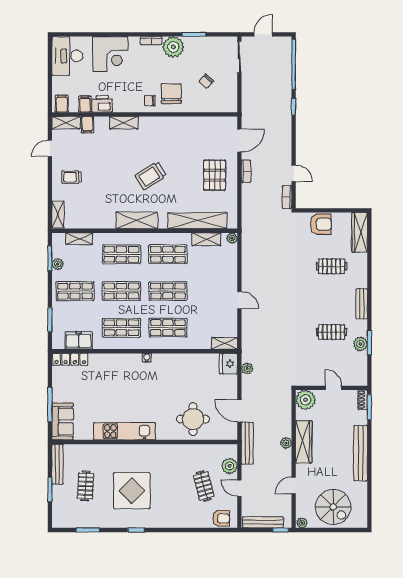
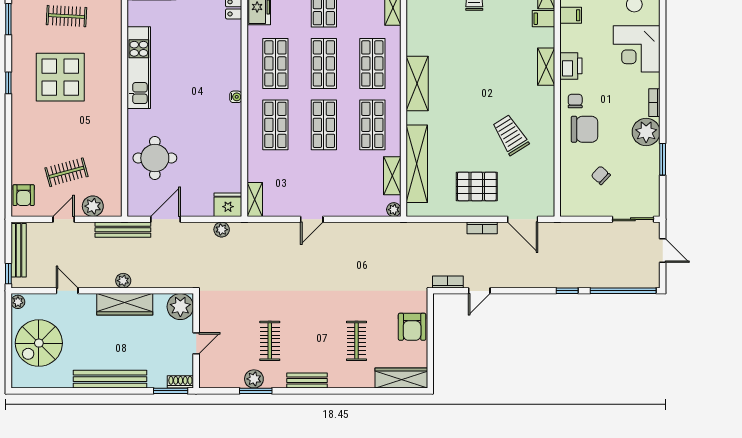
printer: (102, 104) -> (571, 66), moved
trolley: (151, 176) -> (510, 135), moved

